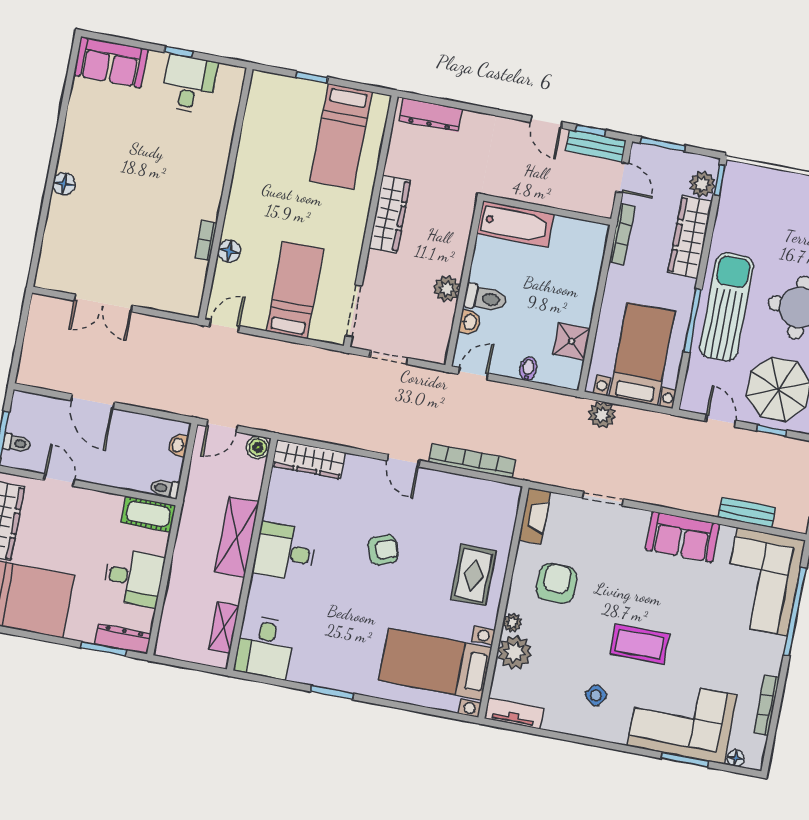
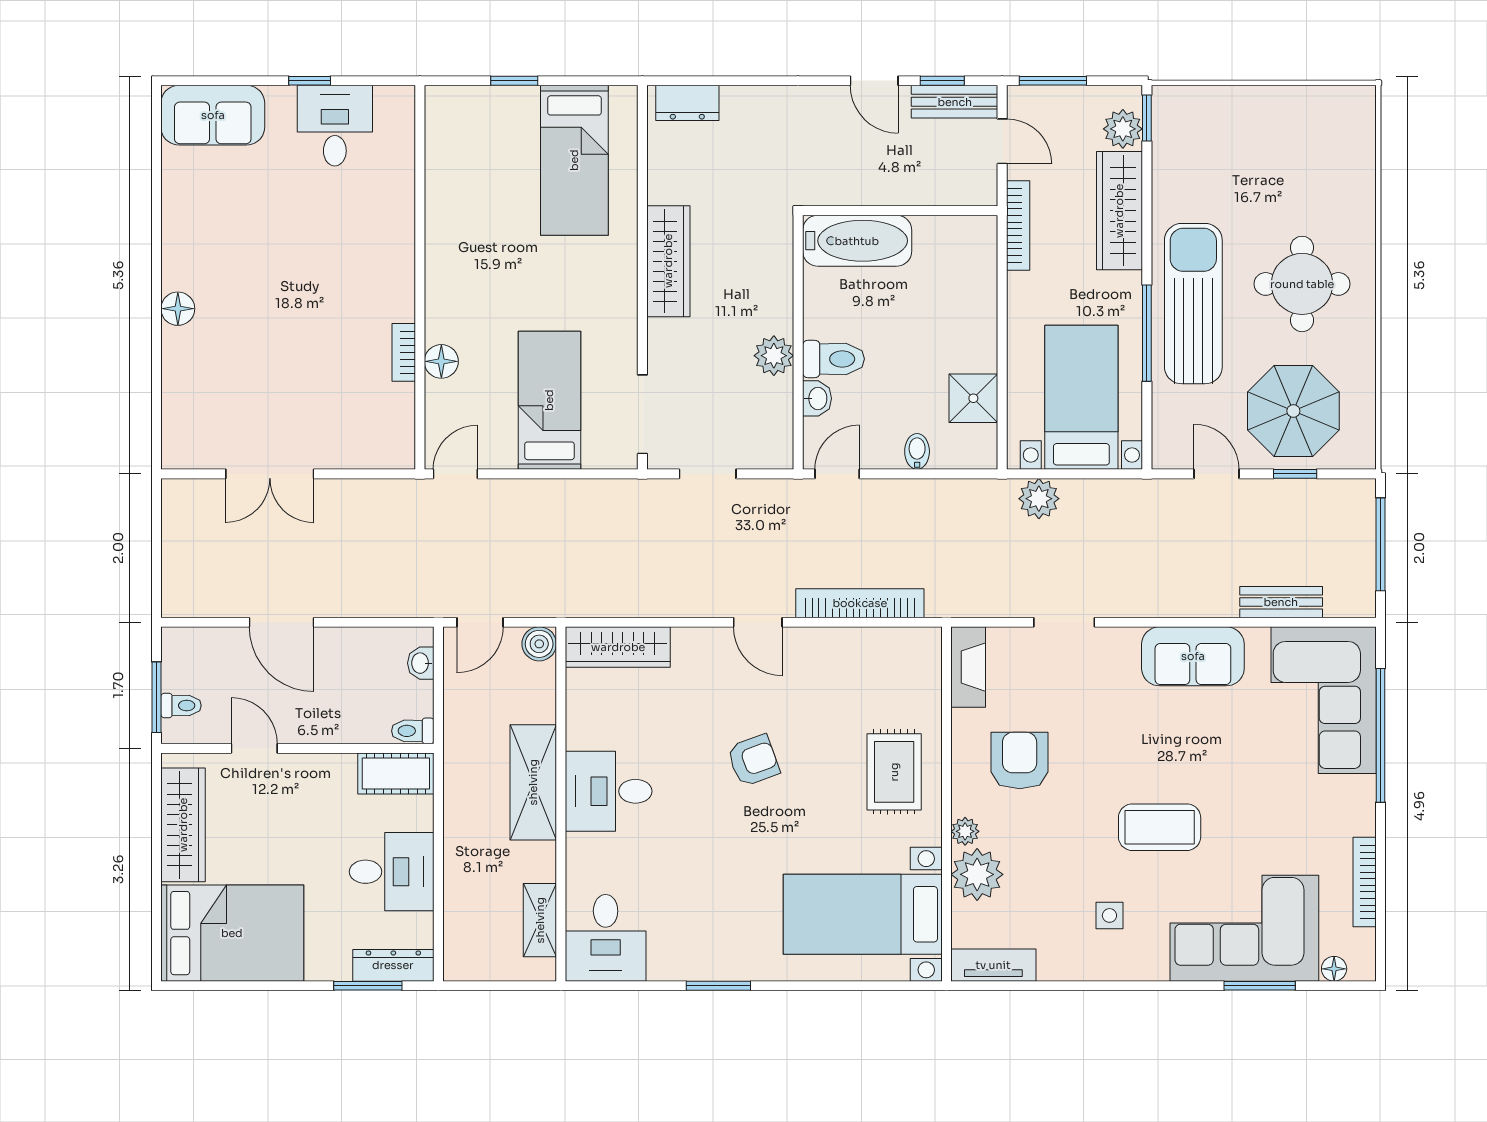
dresser: (431, 115) -> (687, 103), width x0.70
side table: (596, 695) -> (1109, 915), turned -38

